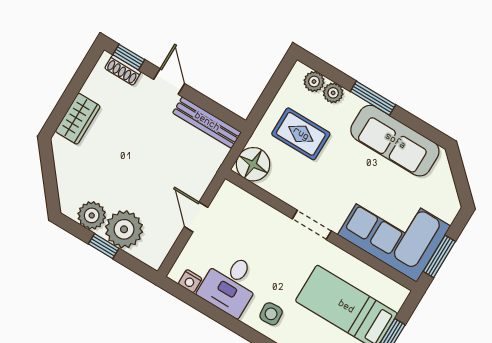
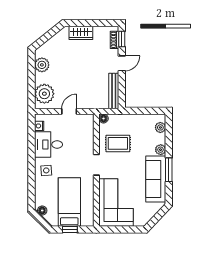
plant: (333, 93) -> (161, 150), moved
window: (373, 98) -> (169, 170), moved
rug: (301, 134) -> (118, 143), moved, turned 90
floor lamp: (253, 164) -> (104, 118), width x0.53, depth x0.53
plant: (124, 229) -> (44, 94), moved
window: (104, 246) -> (32, 78), removed
window: (439, 256) -> (117, 230), removed

